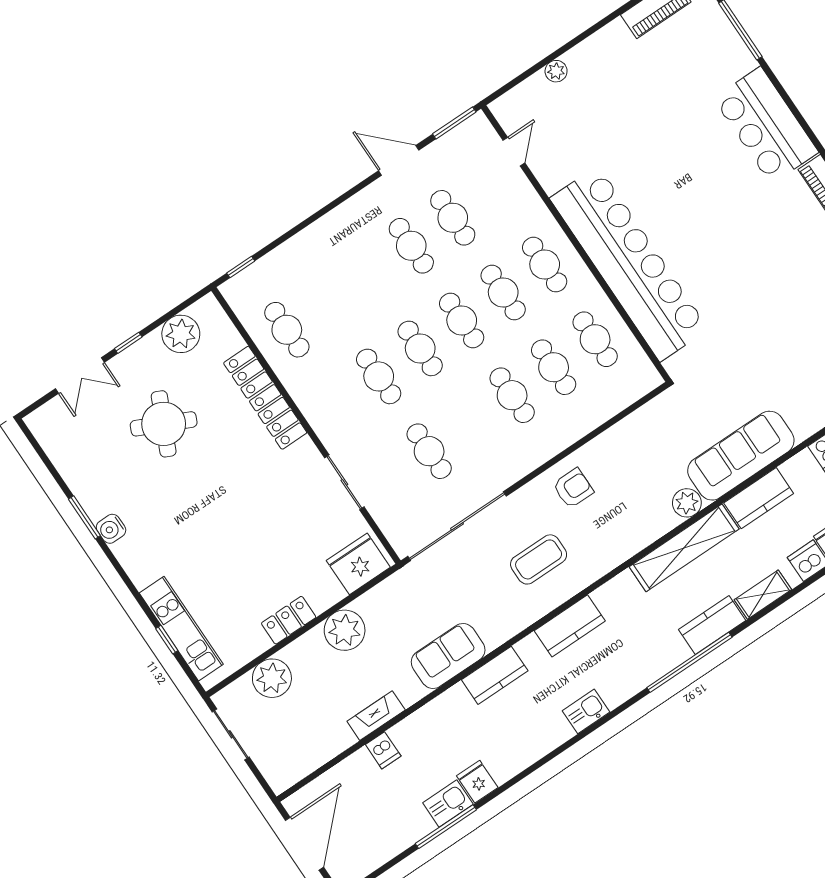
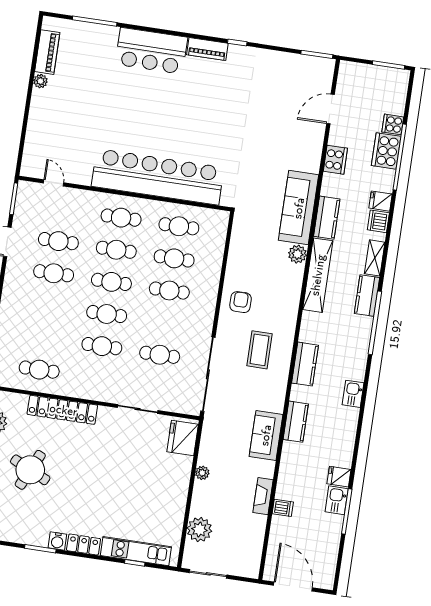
plant: (556, 71) -> (40, 81), moved
locker: (289, 620) -> (84, 545), moved, turned 90
plant: (345, 630) -> (202, 473), width x0.53, depth x0.53

